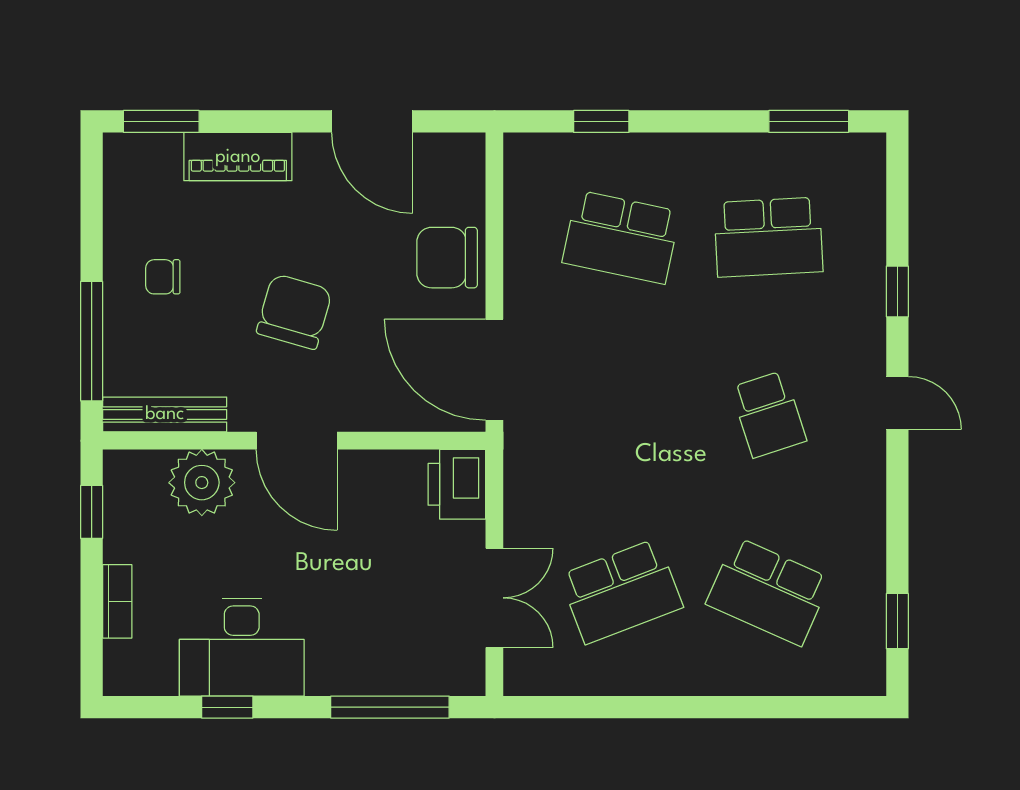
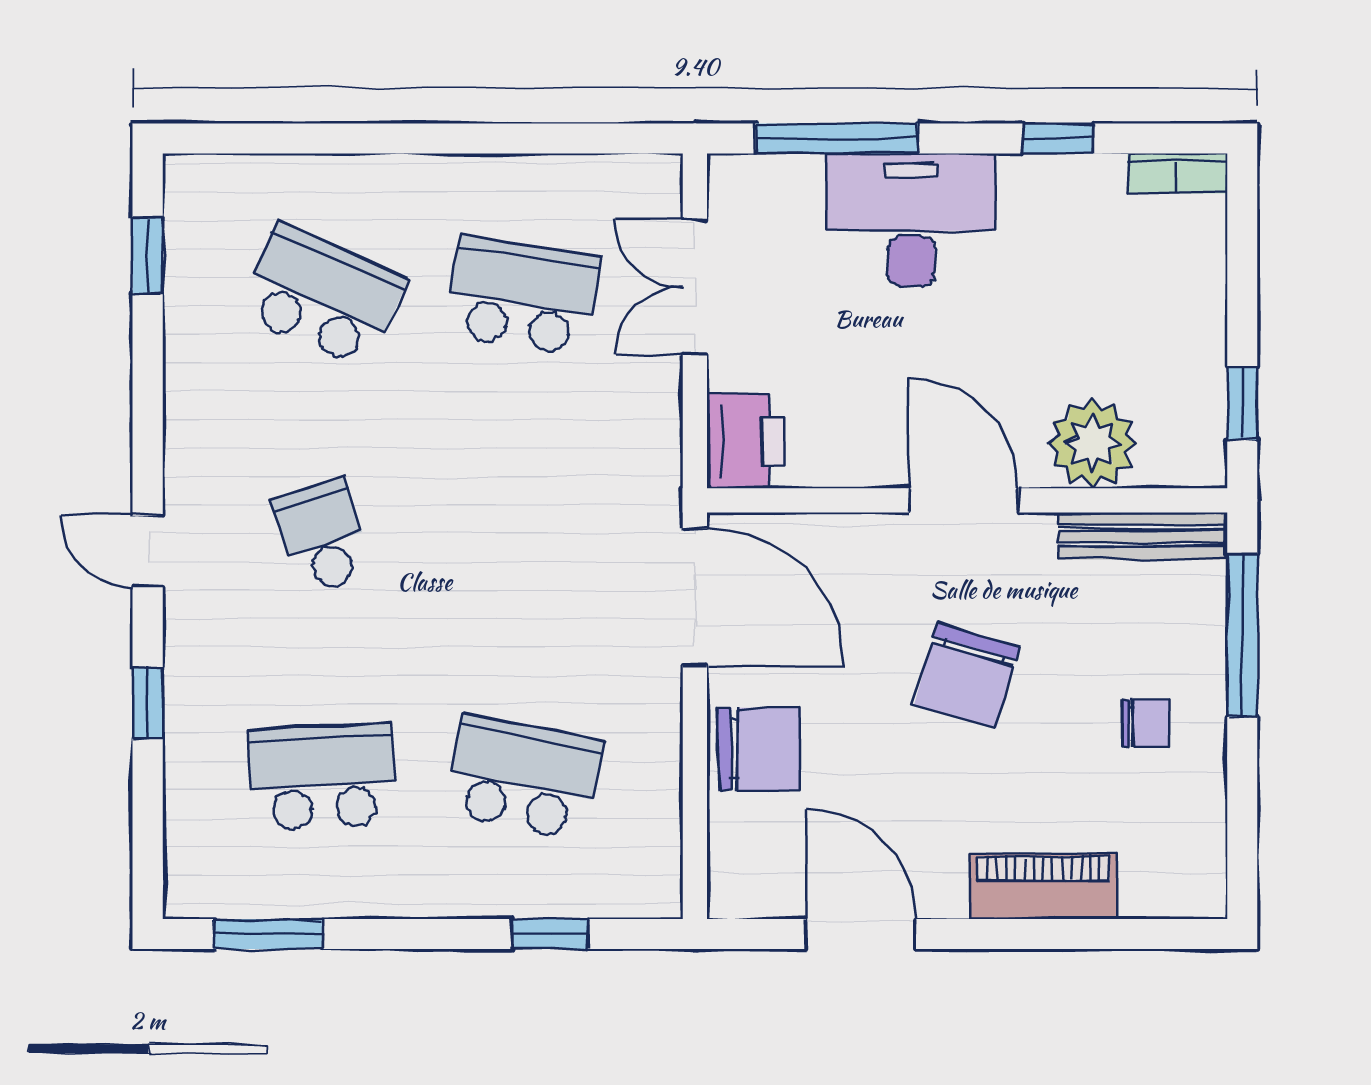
window: (161, 121) -> (1147, 934), removed
school desk: (621, 591) -> (523, 296), turned 30
bookcase: (117, 601) -> (1177, 173), moved, turned -90
desk: (242, 647) -> (911, 220), moved

